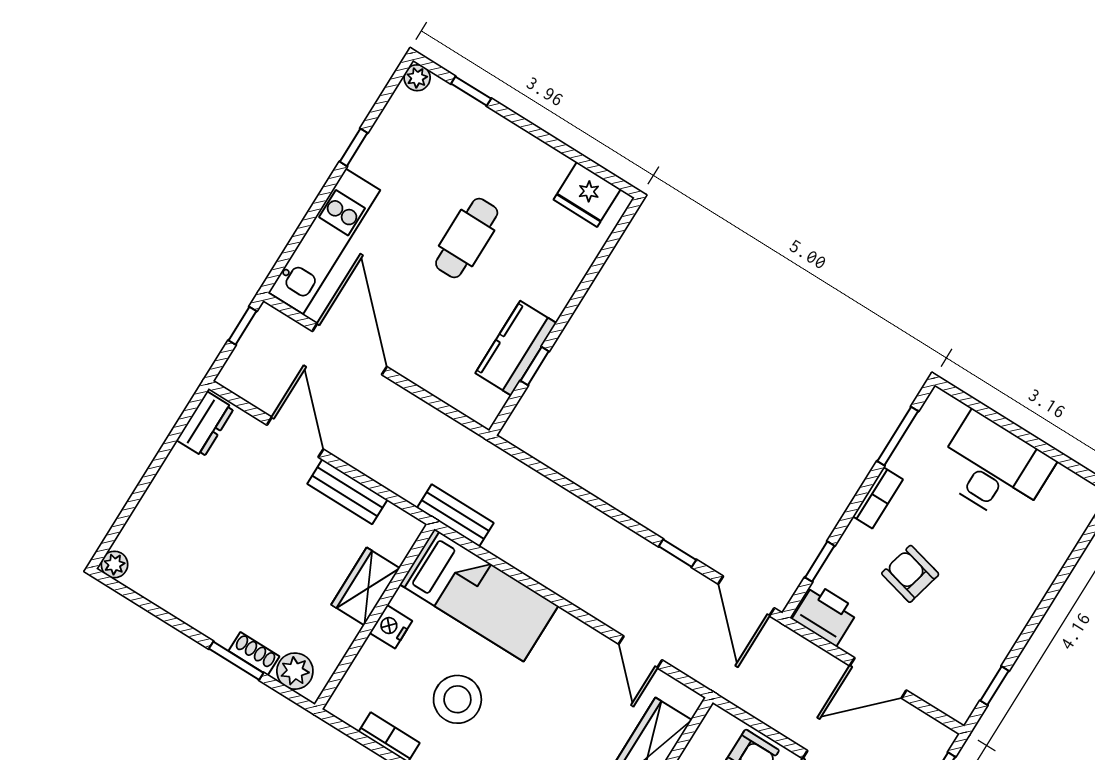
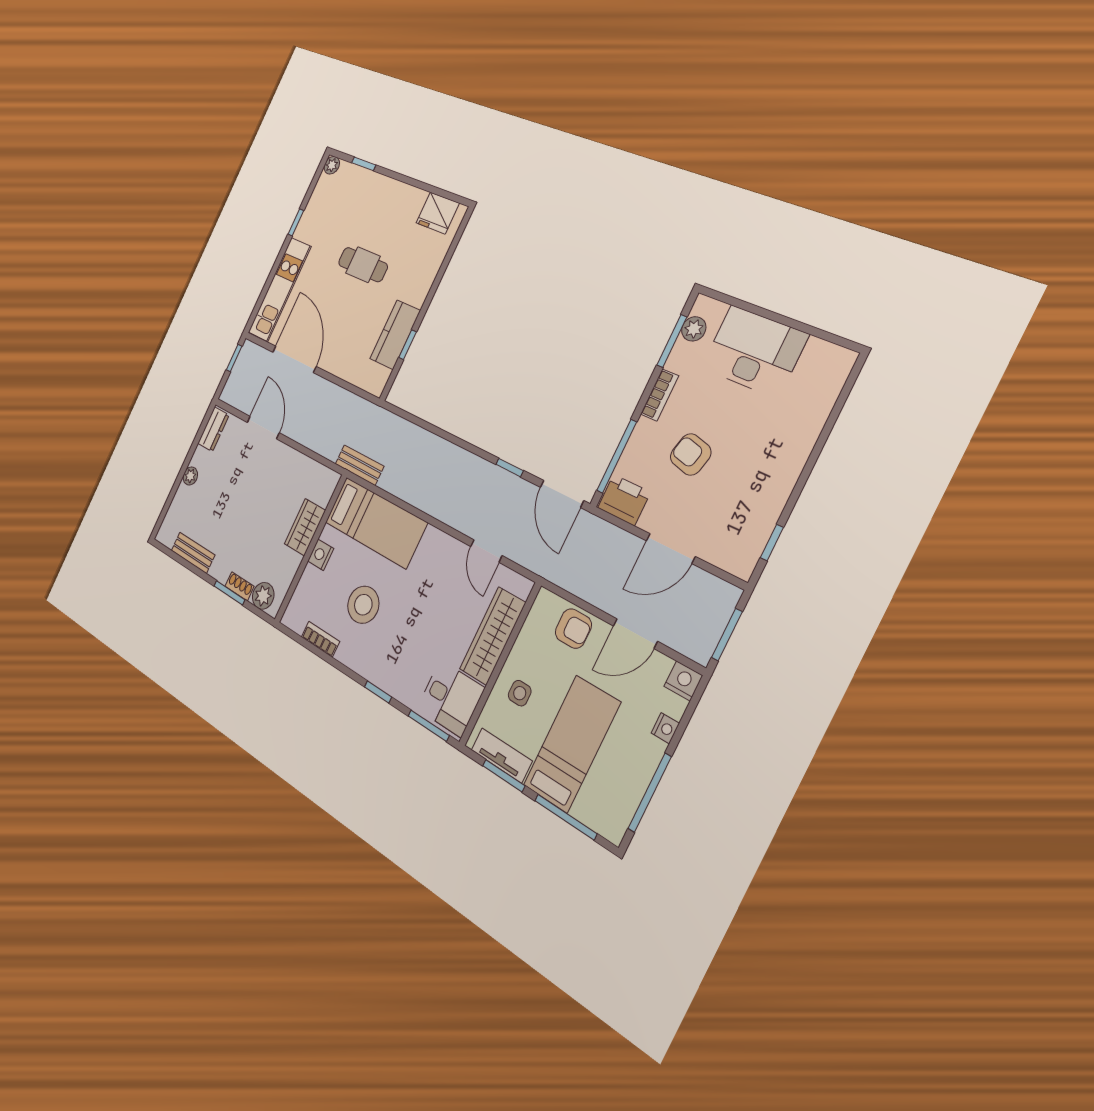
cafe table: (467, 238) -> (363, 265), turned 90
plant: (925, 427) -> (694, 329), added
bench: (347, 492) -> (193, 553), moved
window: (820, 562) -> (617, 456), width x2.17
plant: (114, 564) -> (190, 476), moved

